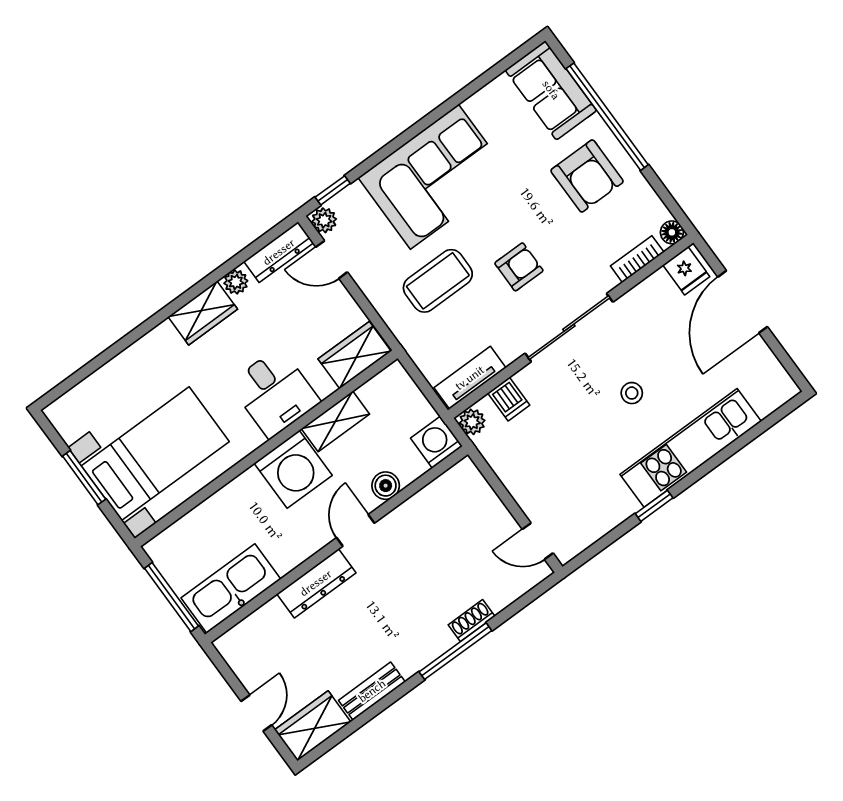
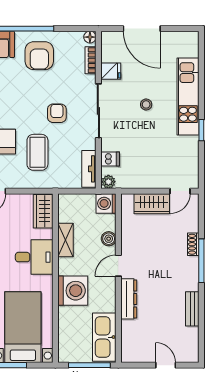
armchair: (587, 176) -> (39, 56), turned 90
fridge: (686, 271) -> (111, 71), moved
washing machine: (293, 469) -> (73, 291), moved
door: (355, 530) -> (118, 266), hinge flipped
wardrobe: (313, 726) -> (152, 204), moved, turned -90

